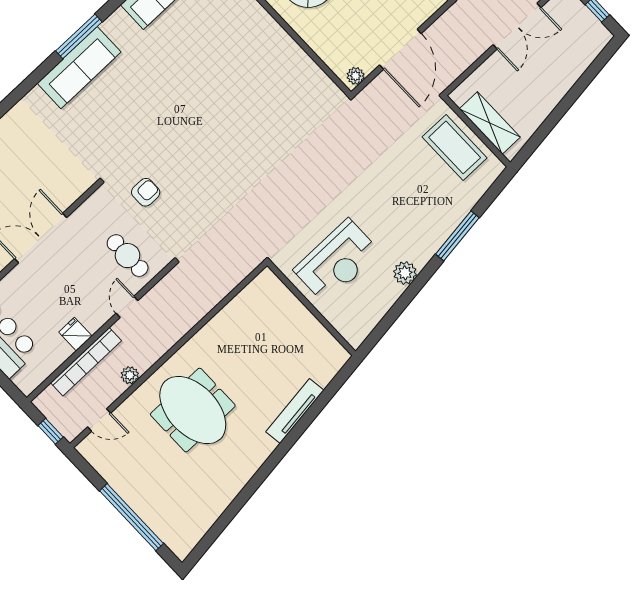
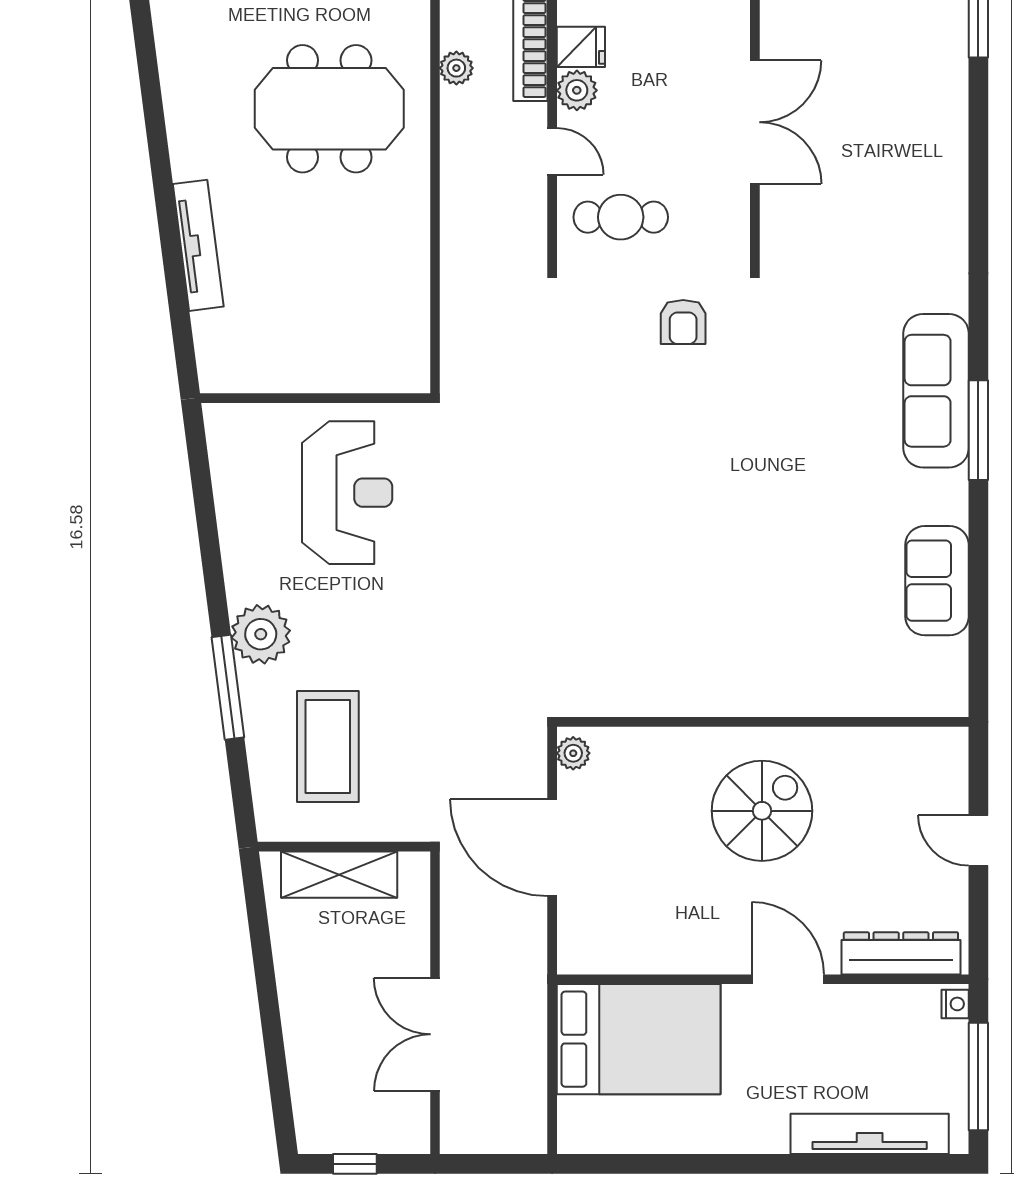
coffee table: (455, 147) -> (328, 746), moved, turned 90
reception desk: (337, 261) -> (347, 493), turned 180
plant: (405, 273) -> (261, 634), moved, width x1.36, depth x1.36
plant: (94, 320) -> (577, 90), added

